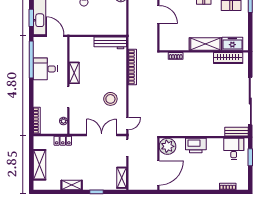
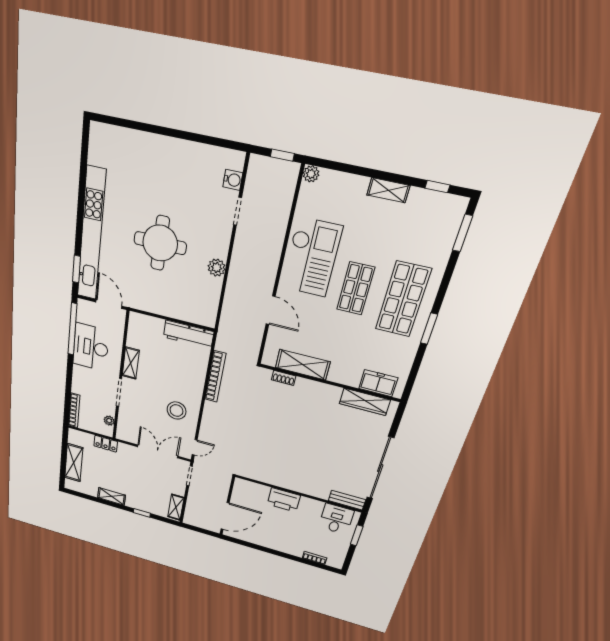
shelving: (205, 44) -> (303, 365), moved
desk: (45, 69) -> (91, 347), width x1.37
plant: (168, 146) -> (244, 490), removed

